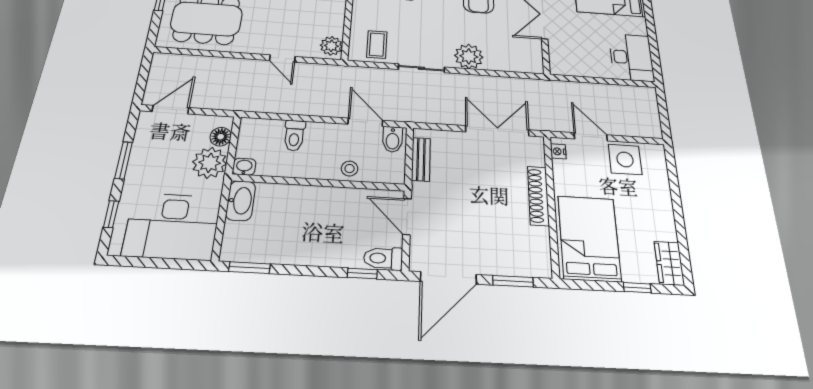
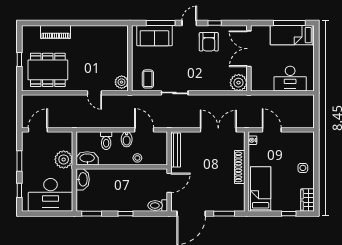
plant: (469, 56) -> (239, 83), moved
desk: (631, 57) -> (290, 79), moved, turned 90
floor lamp: (221, 137) -> (67, 144), removed
bidet: (393, 139) -> (127, 139), moved
bench: (421, 159) -> (176, 150), width x1.36
side table: (625, 159) -> (303, 168), moved, width x0.54, depth x0.54
washbasin: (244, 167) -> (87, 158), width x1.91, depth x1.45
door: (407, 217) -> (169, 183), swing flipped
bed: (589, 238) -> (261, 189), width x0.67
window: (362, 273) -> (126, 214), moved

